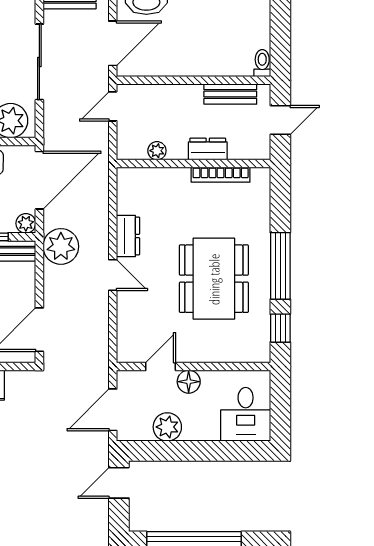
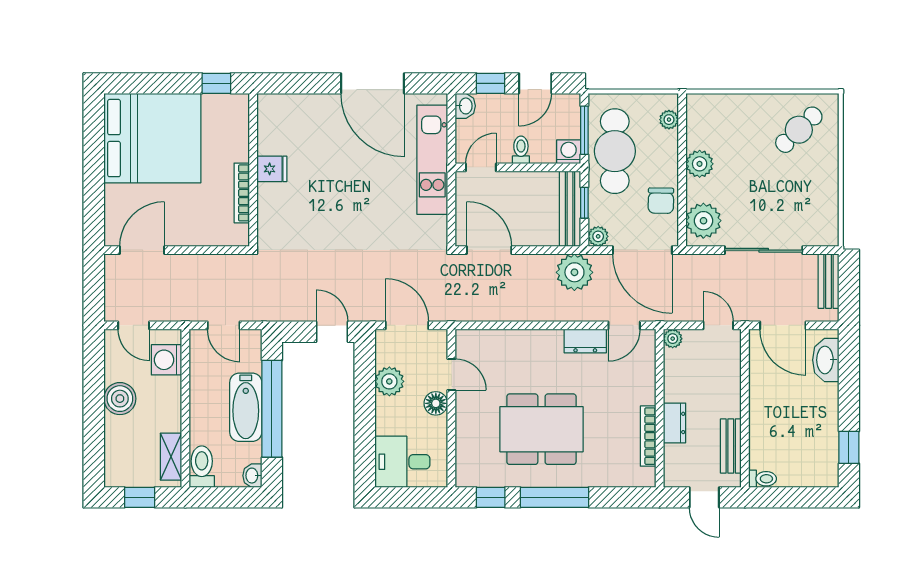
plant: (157, 151) -> (673, 339), moved
door: (113, 275) -> (624, 325), moved

